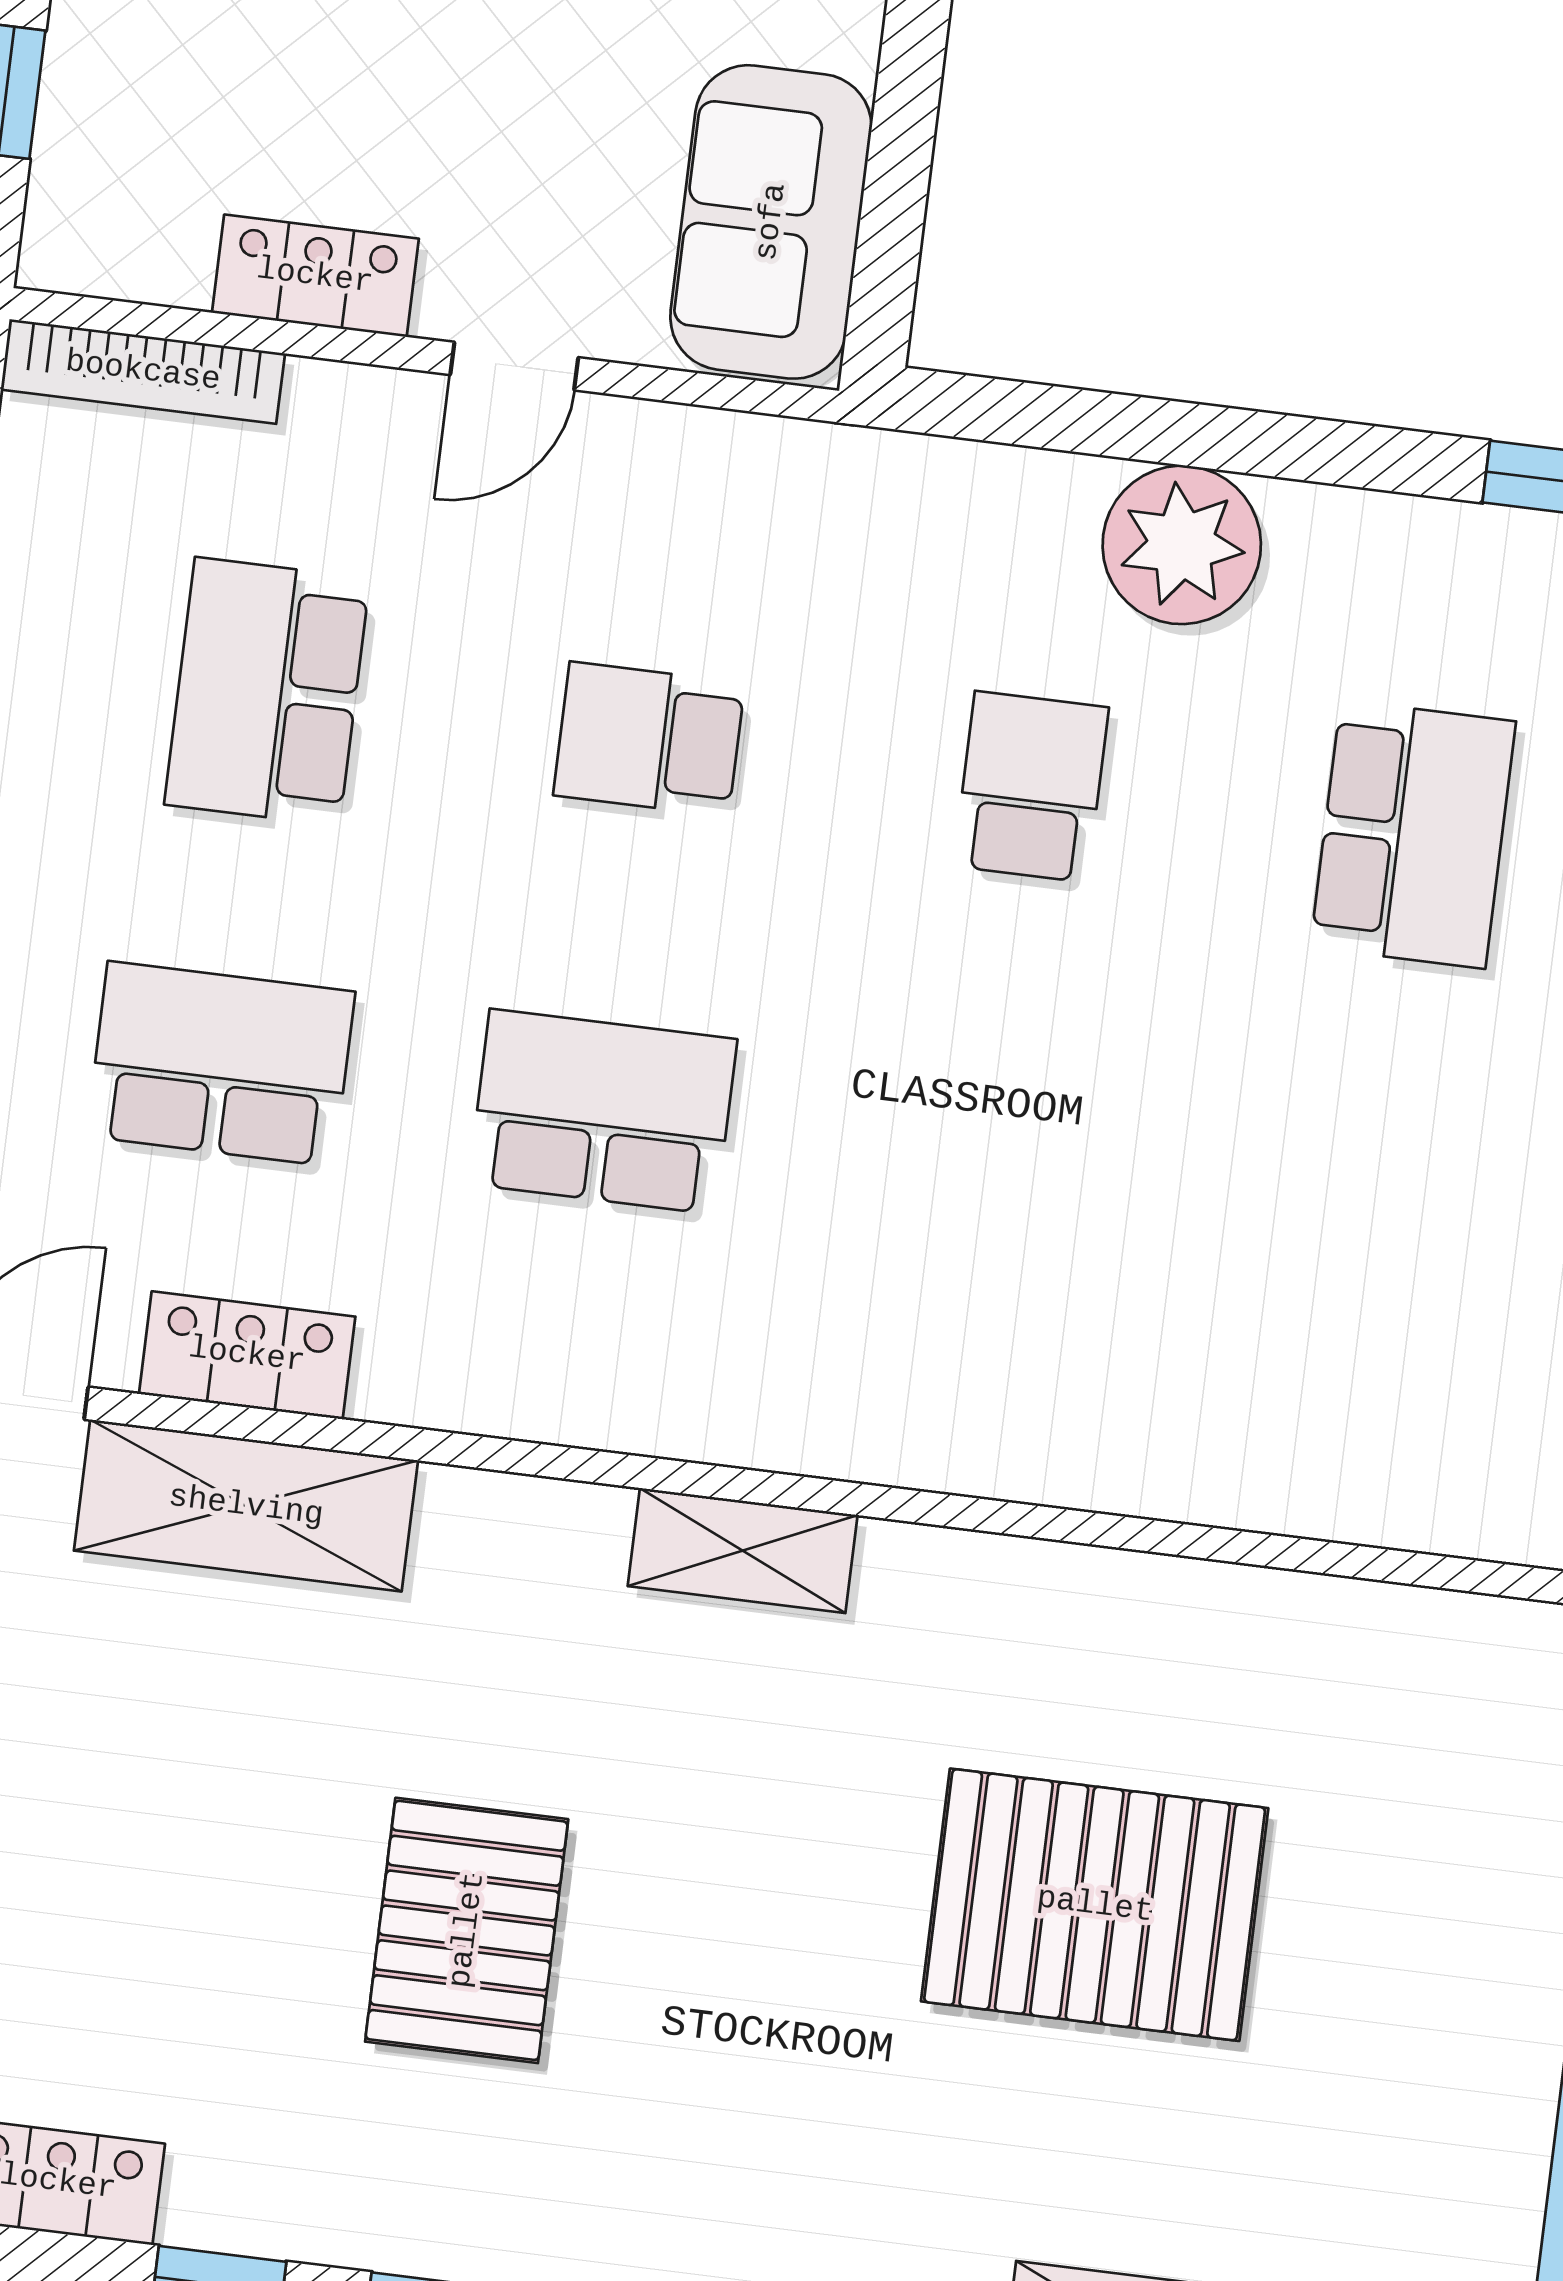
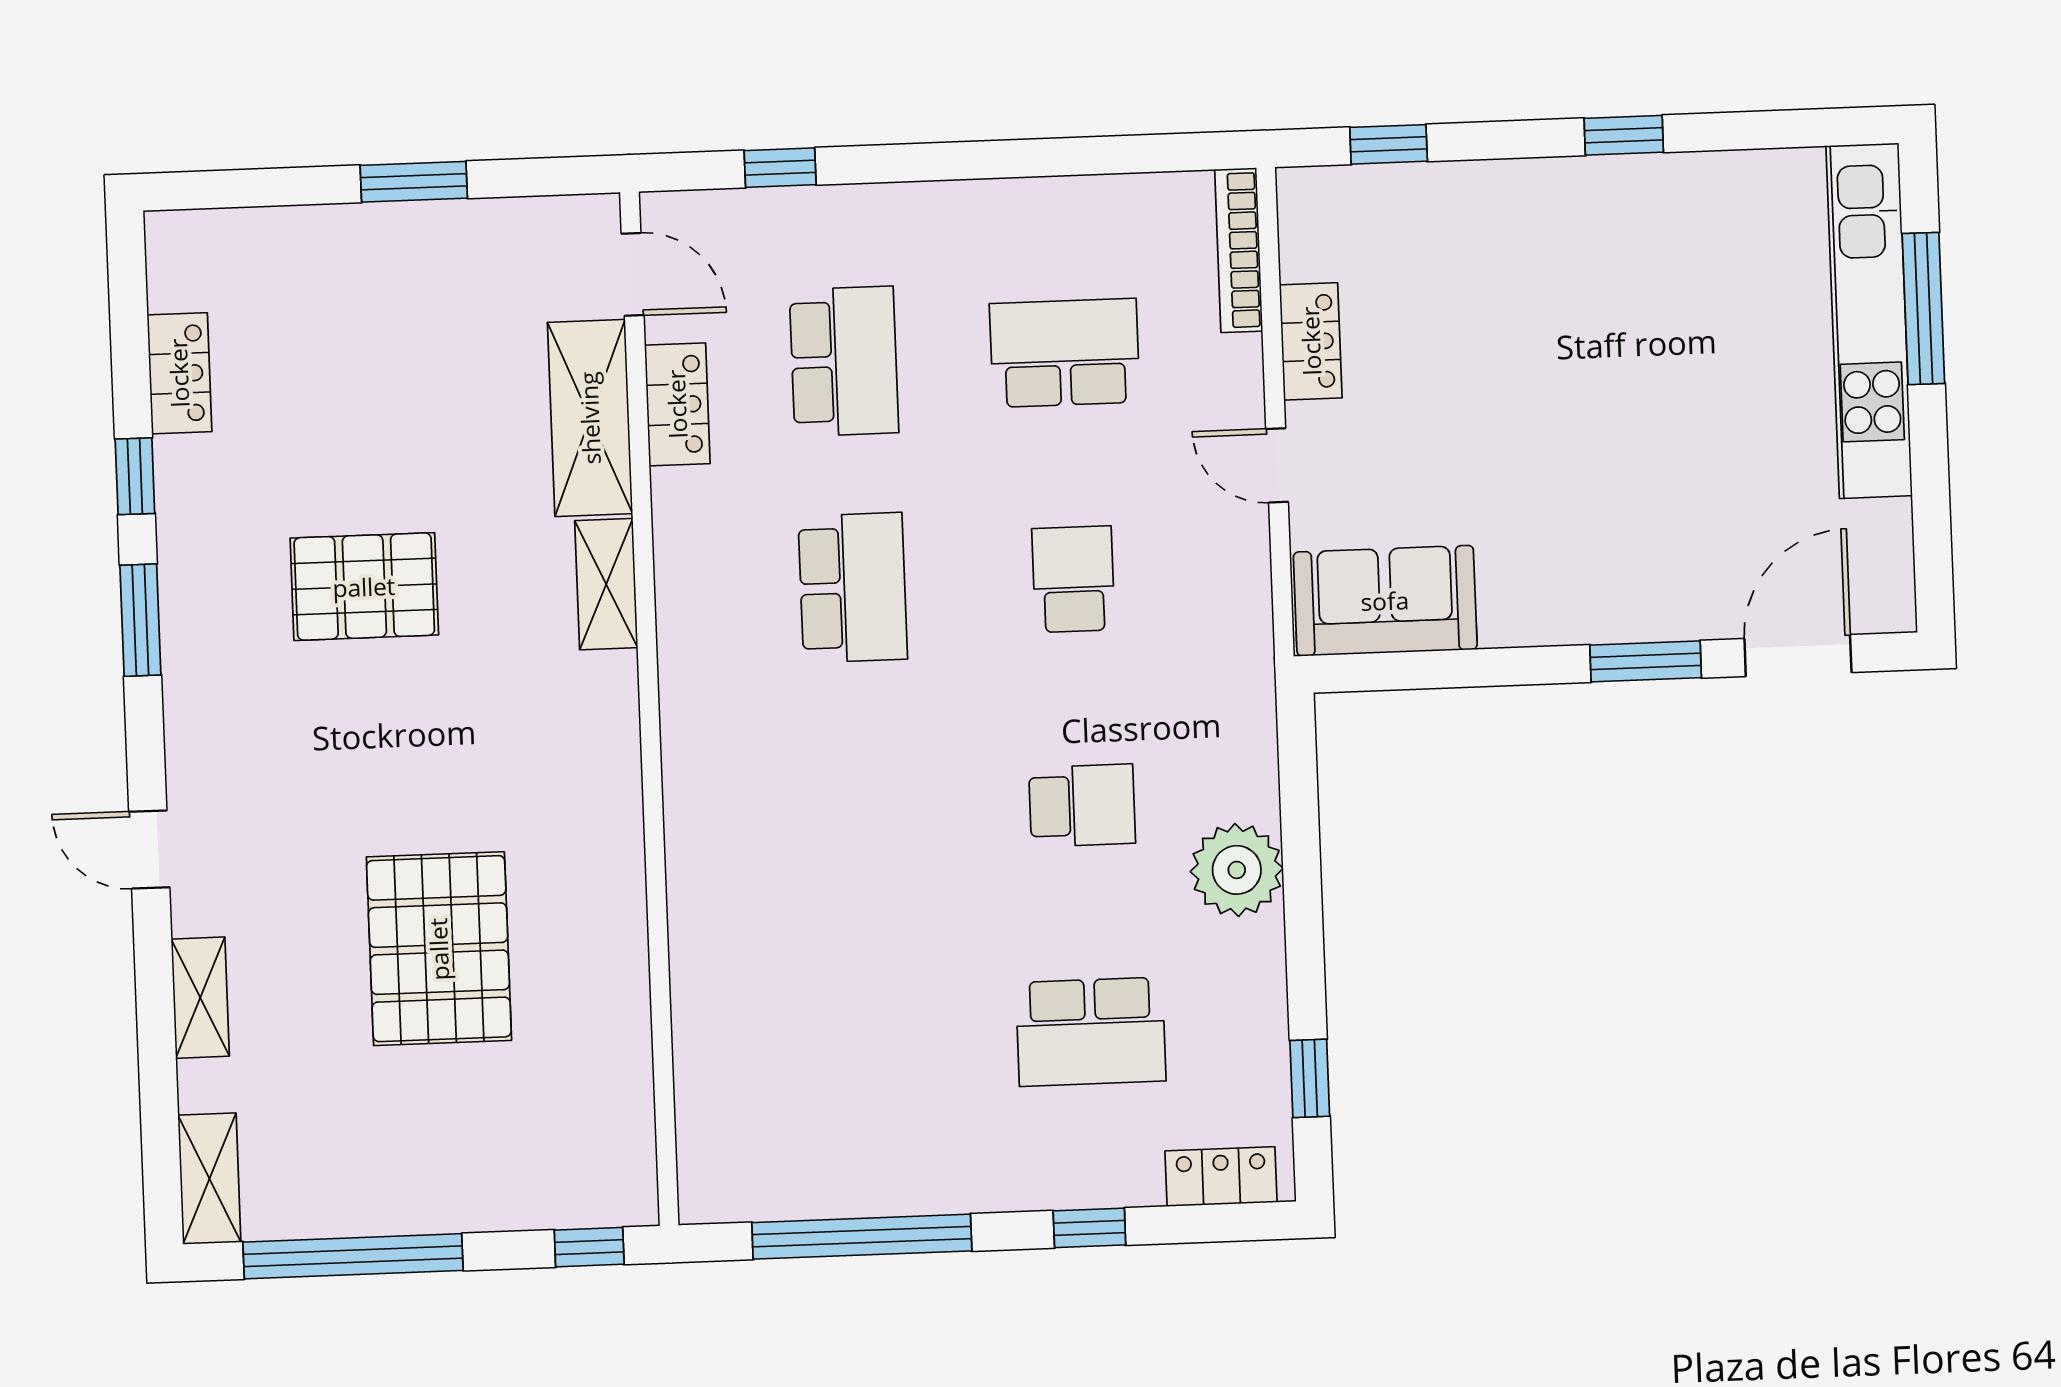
shelving: (743, 1551) -> (606, 584), moved

